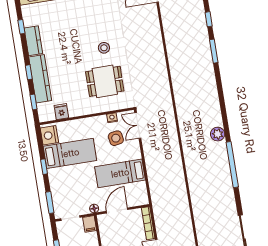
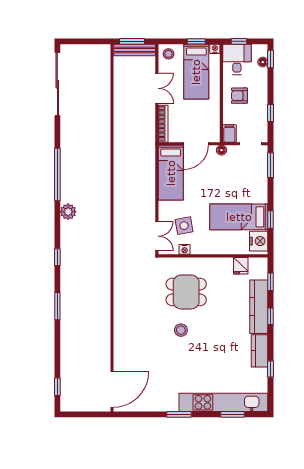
window: (209, 19) -> (57, 257), moved
window: (44, 167) -> (270, 219), moved
bed: (120, 173) -> (171, 173), moved, turned 90

